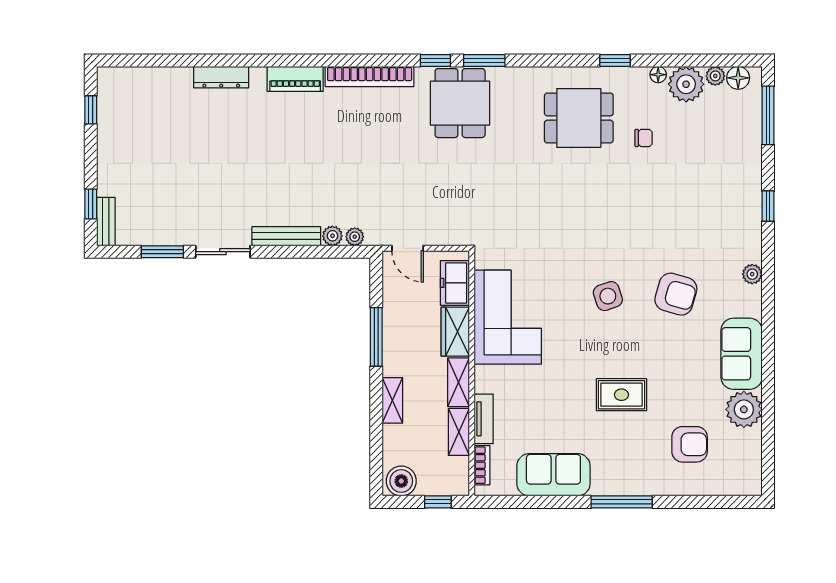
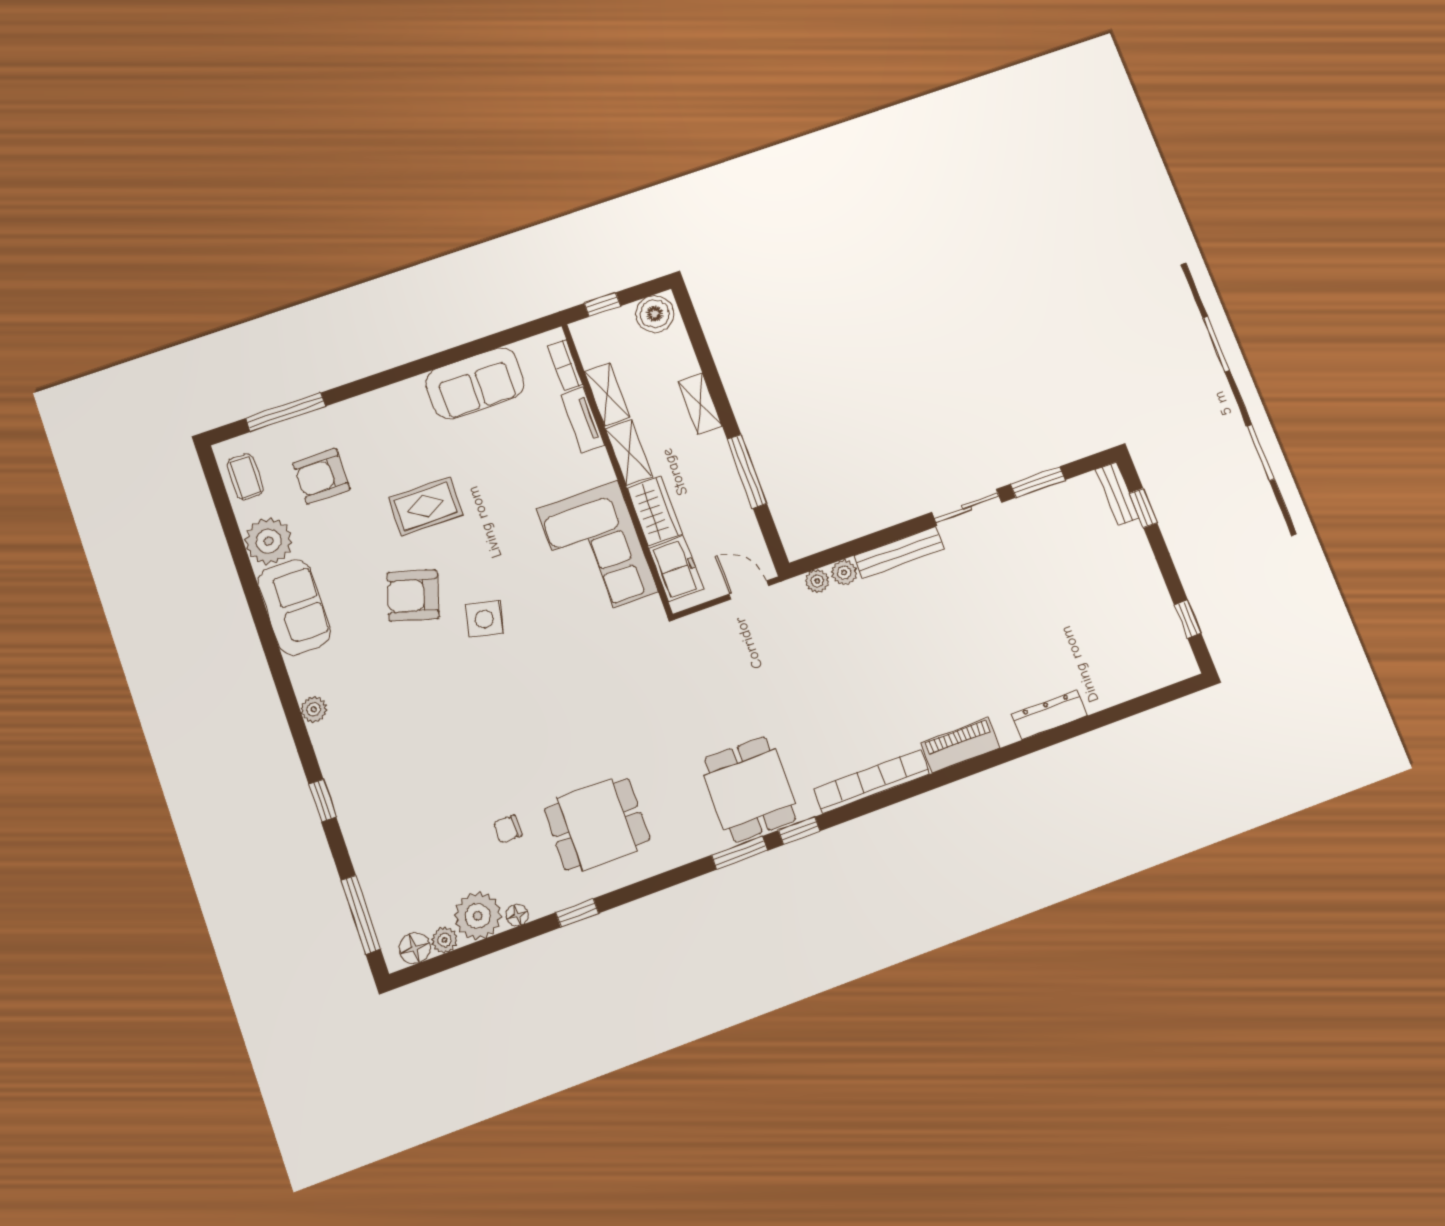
armchair: (676, 294) -> (413, 596), moved
side table: (608, 296) -> (484, 619), turned 32
coffee table: (745, 464) -> (245, 477), added
window: (622, 502) -> (286, 412), moved

